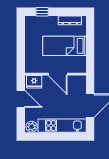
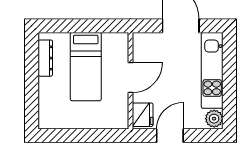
window: (42, 12) -> (32, 102), removed

